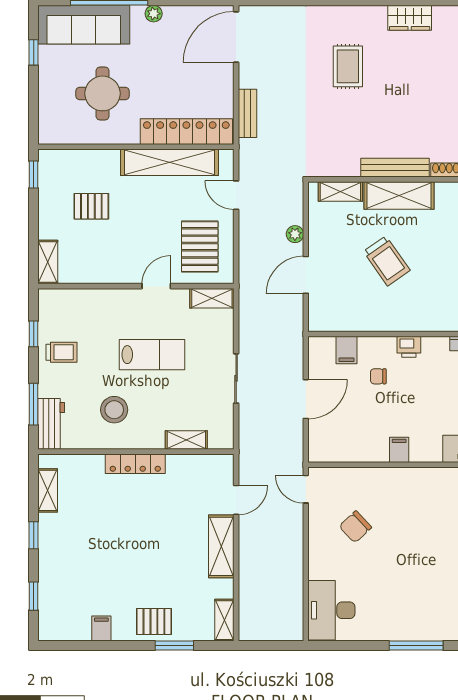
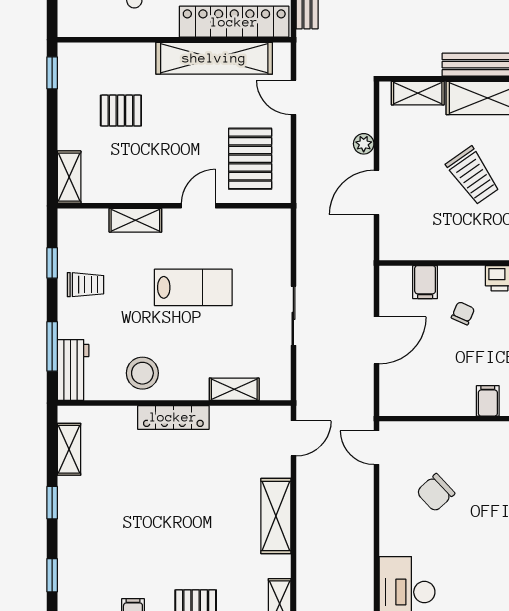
shelving: (212, 298) -> (135, 220), moved
chair: (378, 376) -> (463, 313), turned 114
stool: (114, 410) -> (142, 373), moved
door: (236, 500) -> (293, 438), moved

